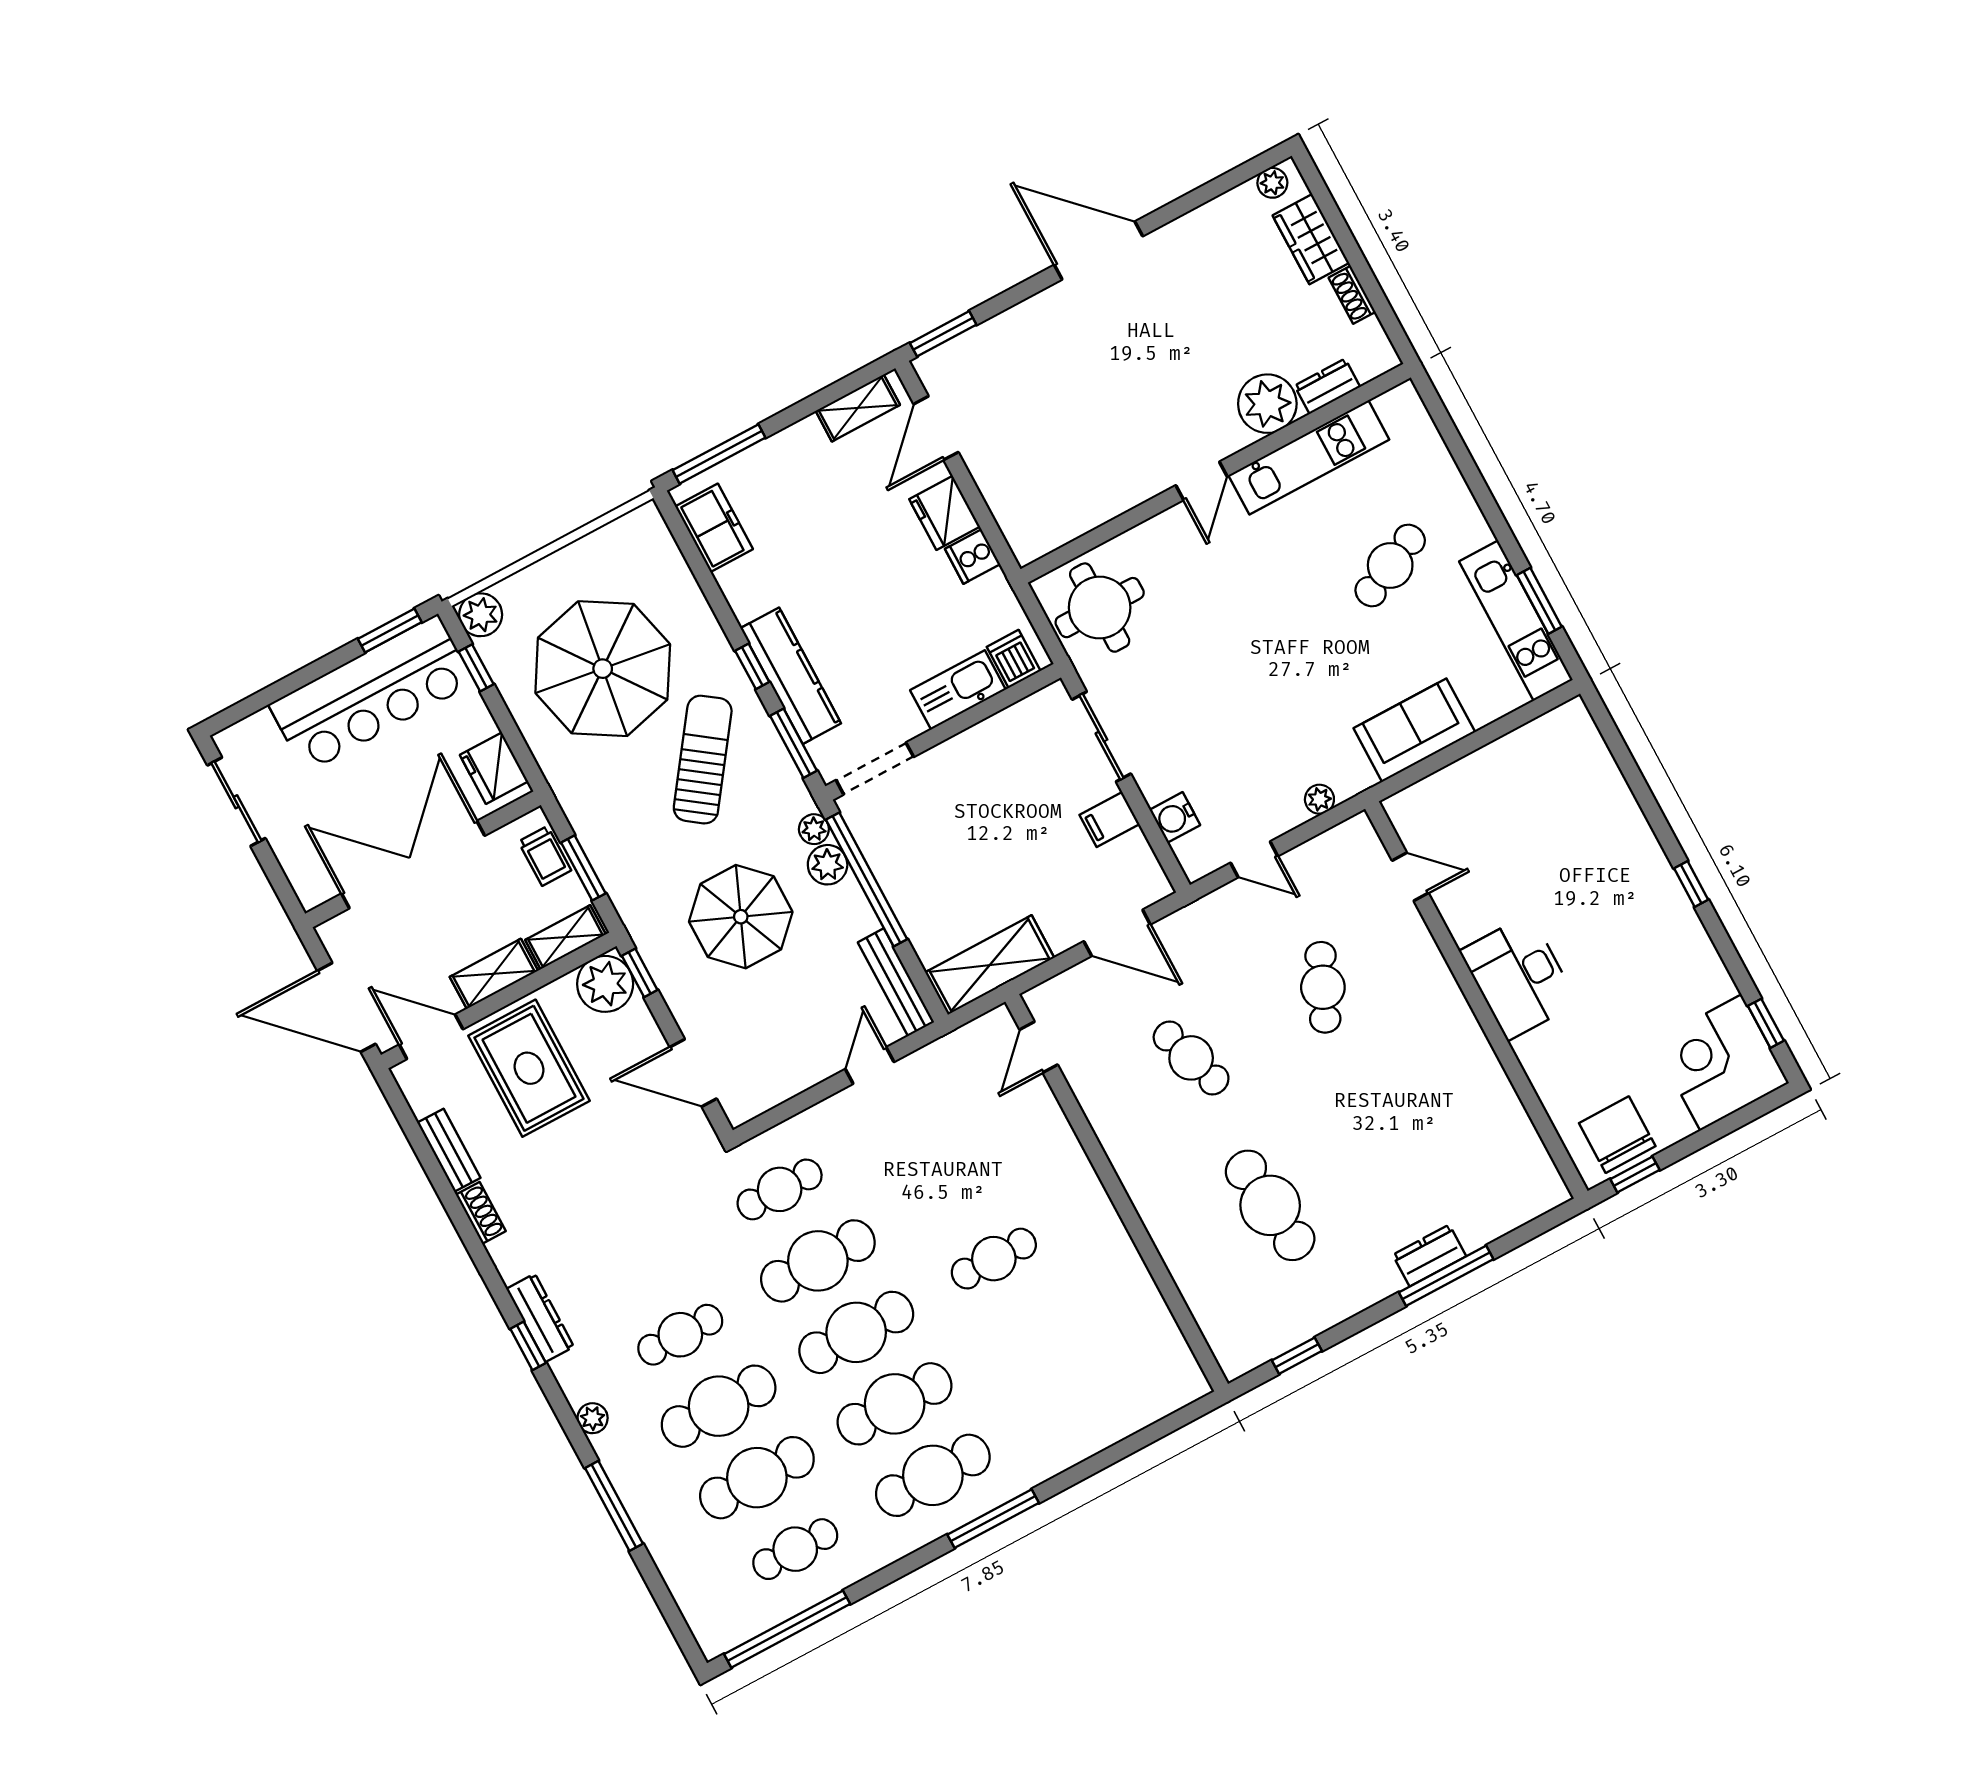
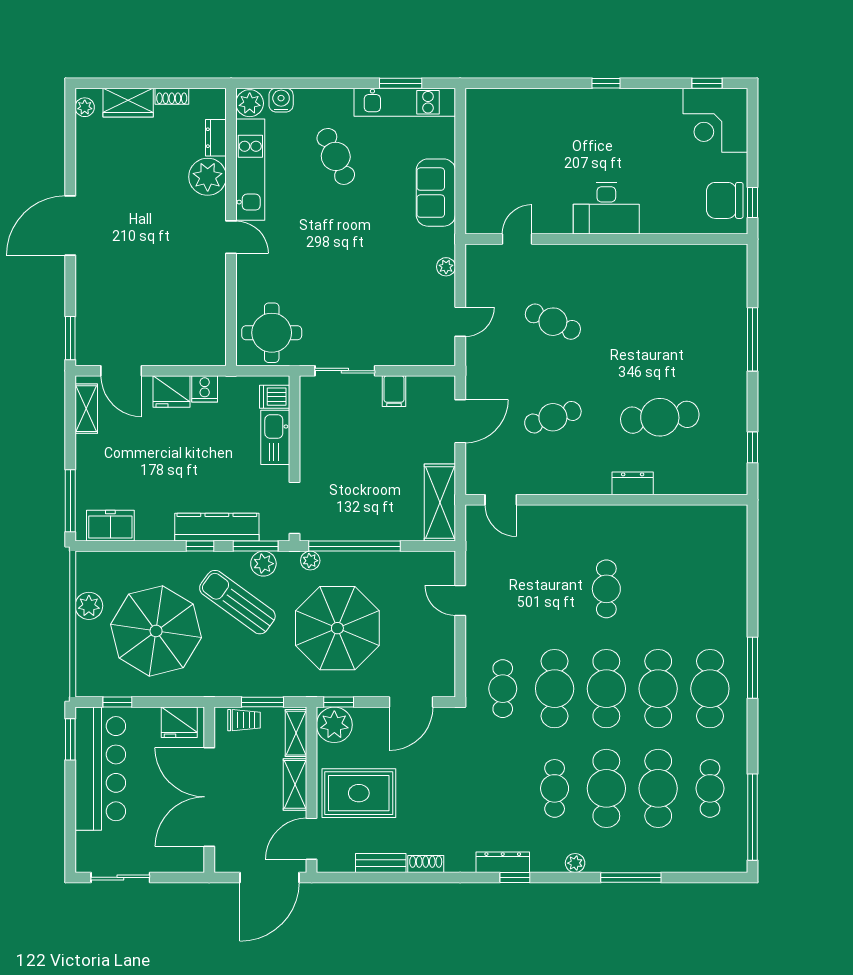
plant: (1400, 407) -> (250, 103), added
plant: (481, 615) -> (89, 606), moved
water cooler: (1175, 817) -> (281, 100), moved, turned 180
plant: (828, 865) -> (263, 564), moved
parasol: (741, 917) -> (337, 628), width x1.36, depth x1.36
bench: (896, 982) -> (421, 561), removed
dresser: (1429, 1256) -> (633, 483), moved, turned 90

